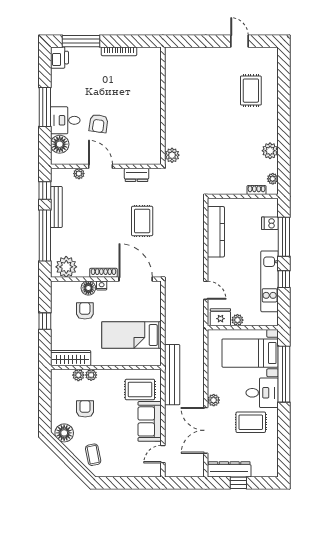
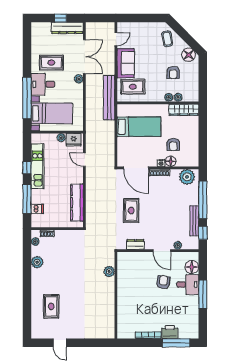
printer: (59, 58) -> (170, 332), moved, turned 90
plant: (172, 155) -> (109, 272), moved
window: (45, 321) -> (203, 137), removed

